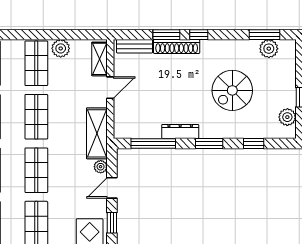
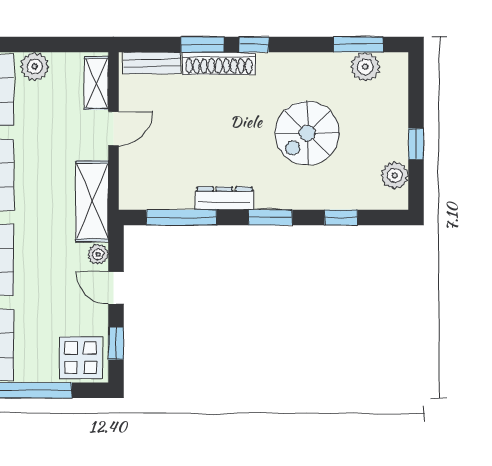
door: (112, 188) -> (116, 288), hinge flipped

